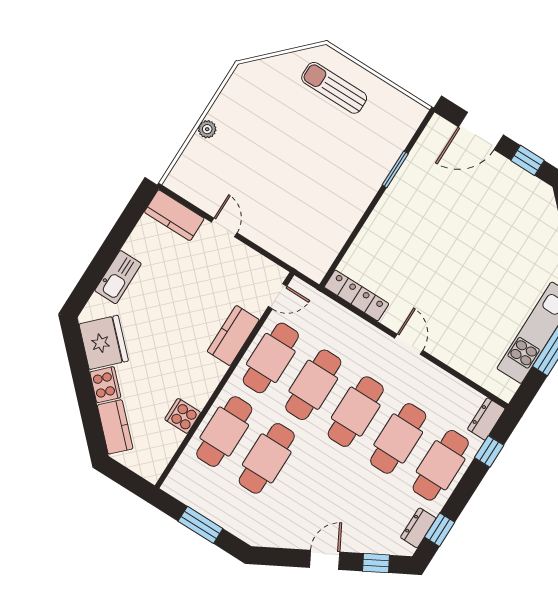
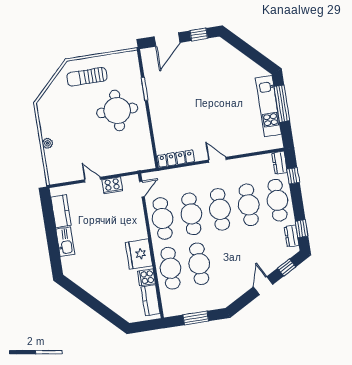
round table: (335, 166) -> (117, 111), added
kitchen counter: (174, 215) -> (61, 211), moved, turned -90
kitchen counter: (233, 336) -> (138, 223), removed
fridge: (104, 342) -> (139, 254), moved, turned -135
cooker: (105, 385) -> (112, 185), moved, turned 135
kitchen counter: (115, 427) -> (151, 300), moved, turned -135

